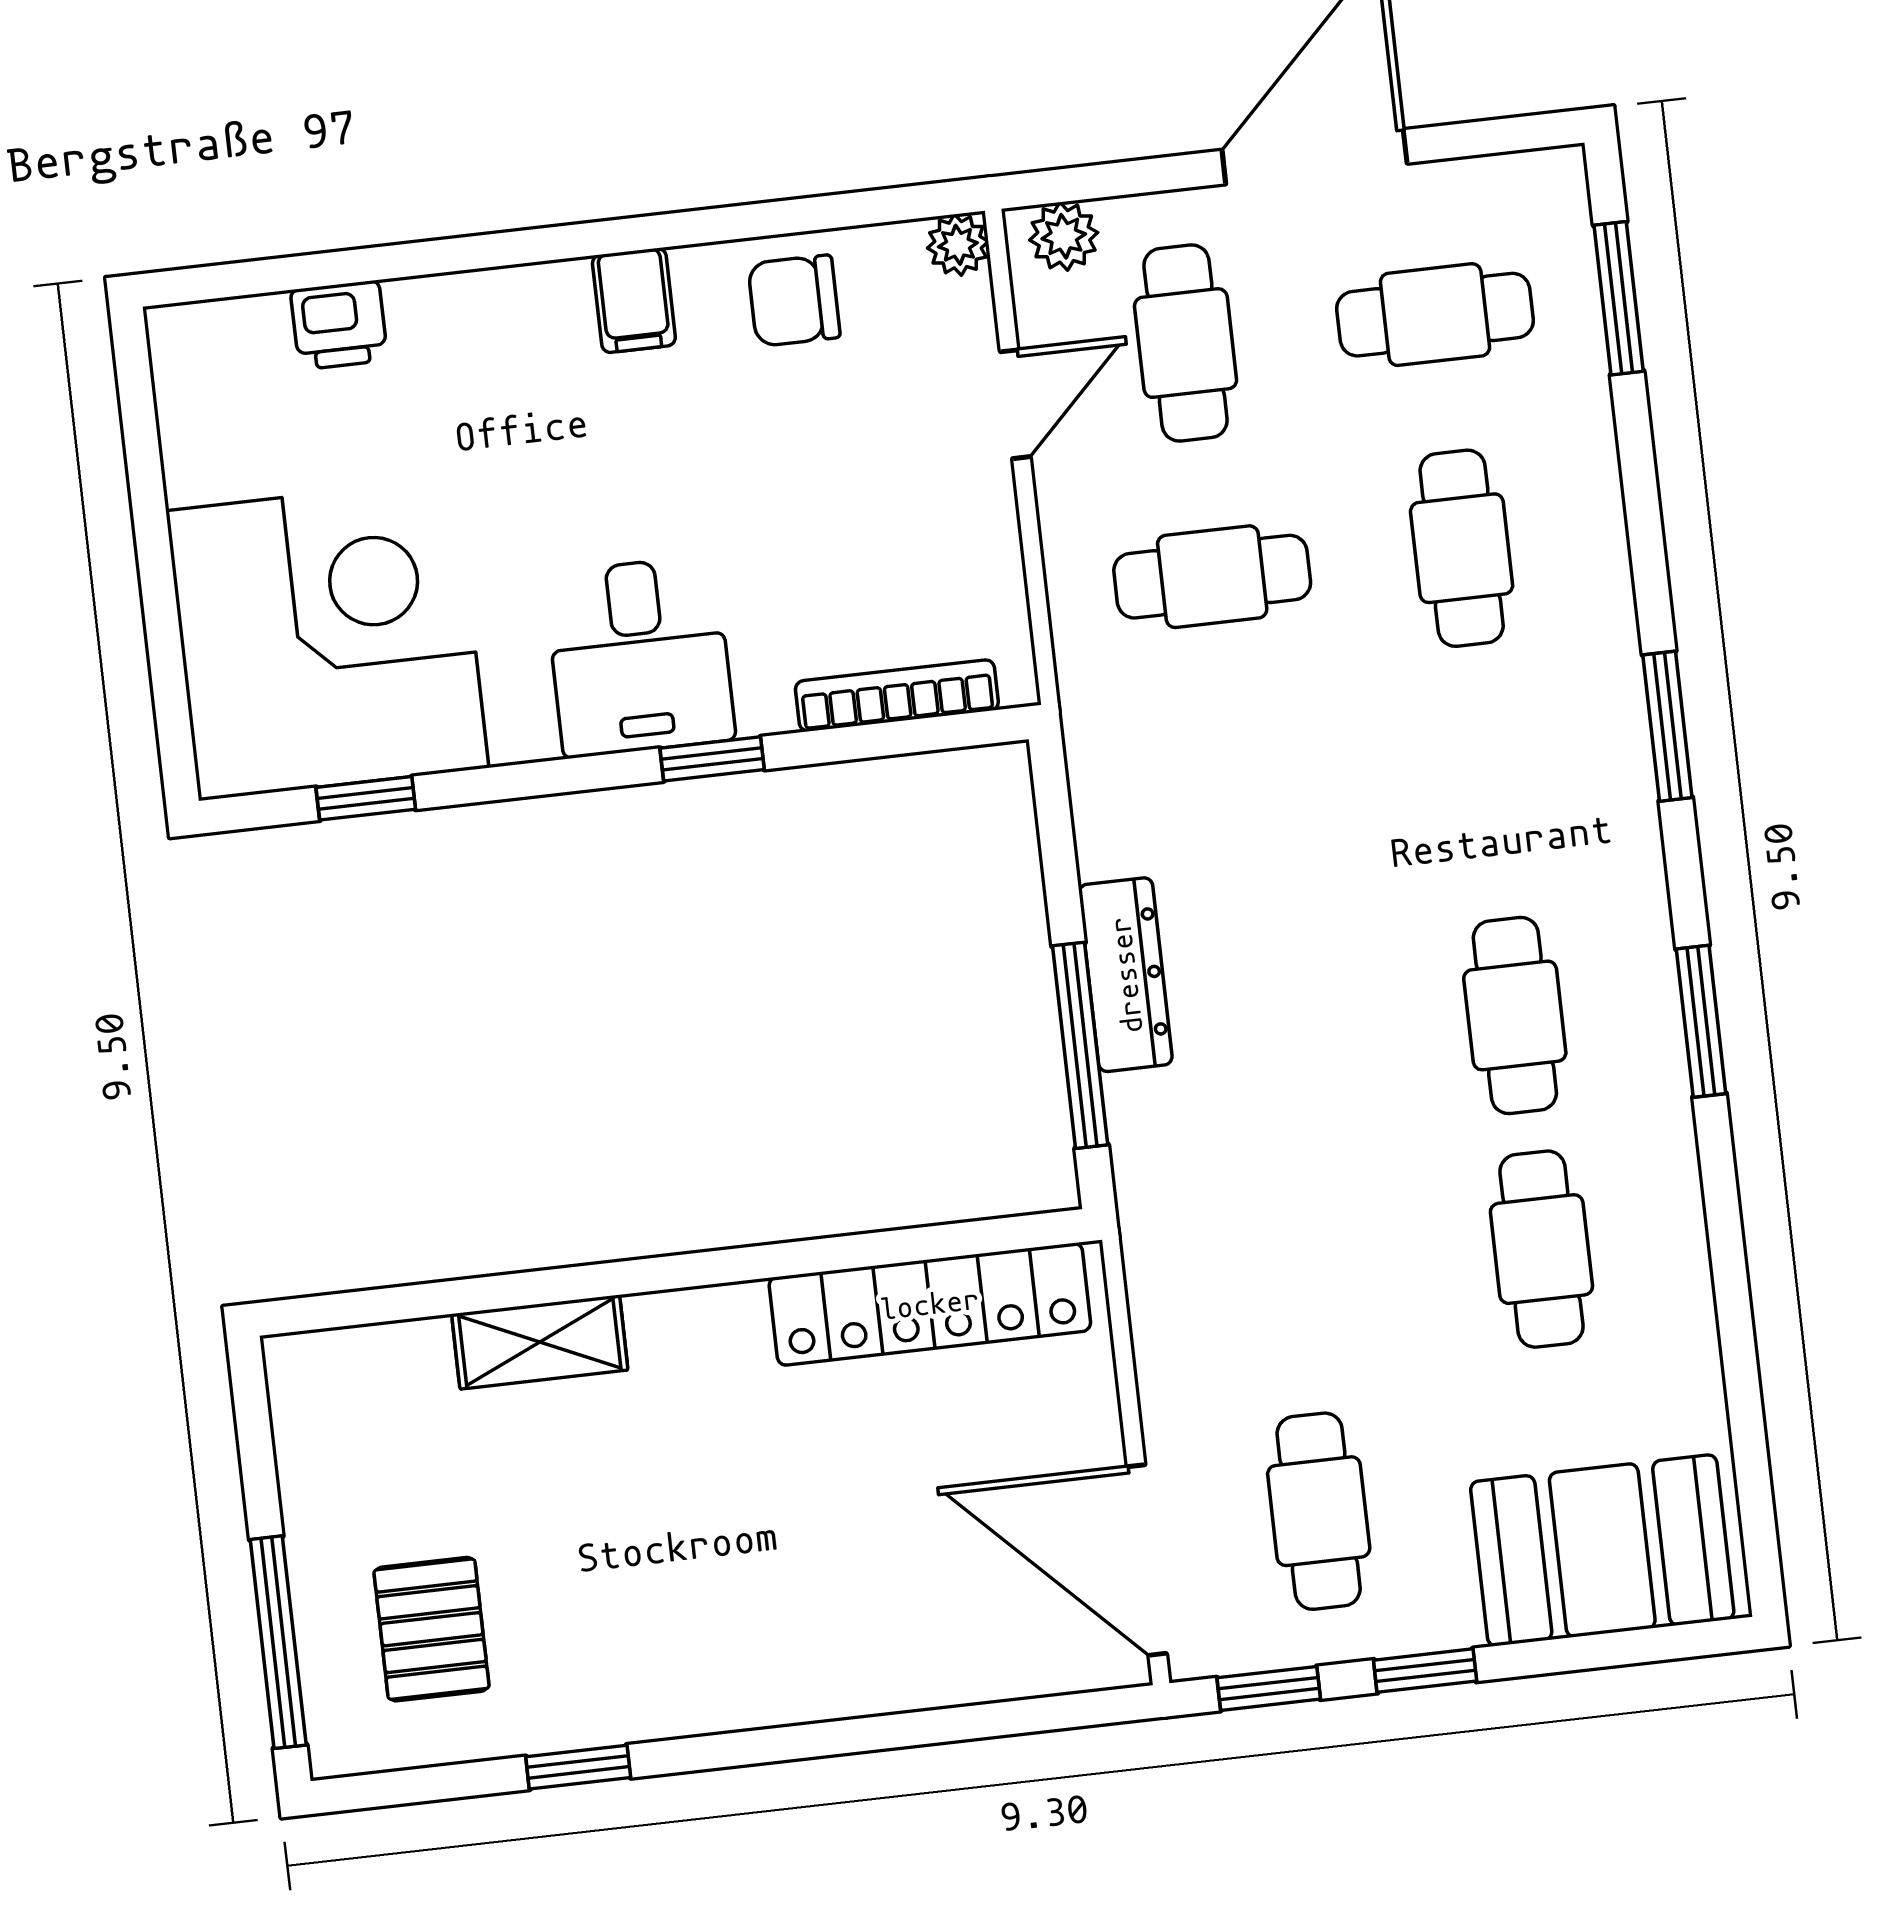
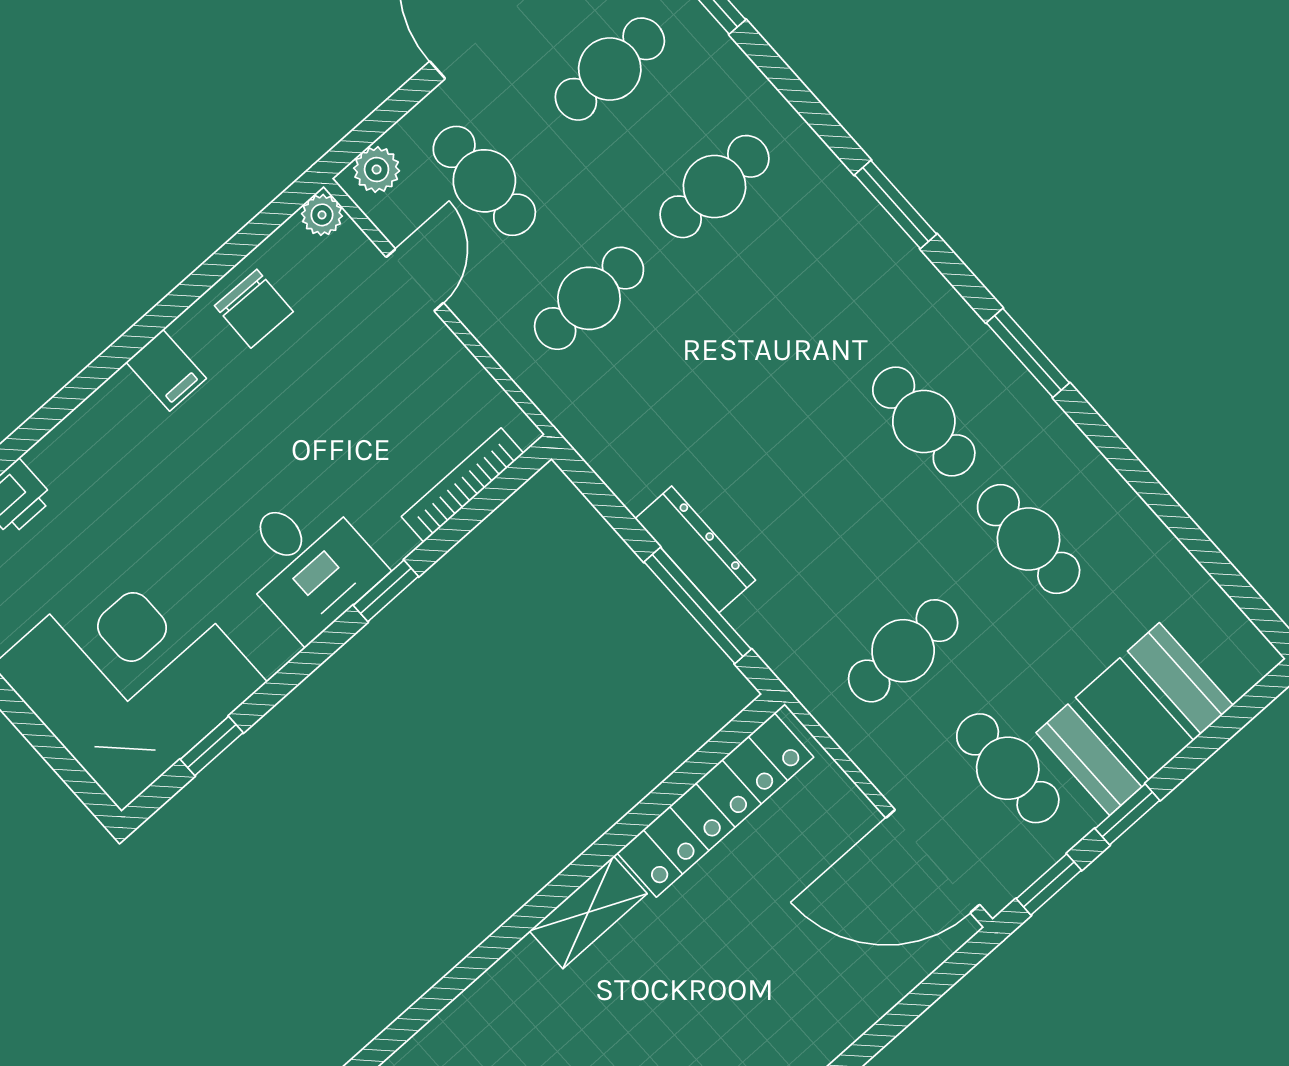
chair: (794, 301) -> (254, 309), turned -89
cafe table: (1462, 548) -> (714, 187), turned 90
cafe table: (1292, 1278) -> (903, 651), added
shelving: (540, 1342) -> (588, 912), moved
booth: (1602, 1550) -> (1135, 719), moved

